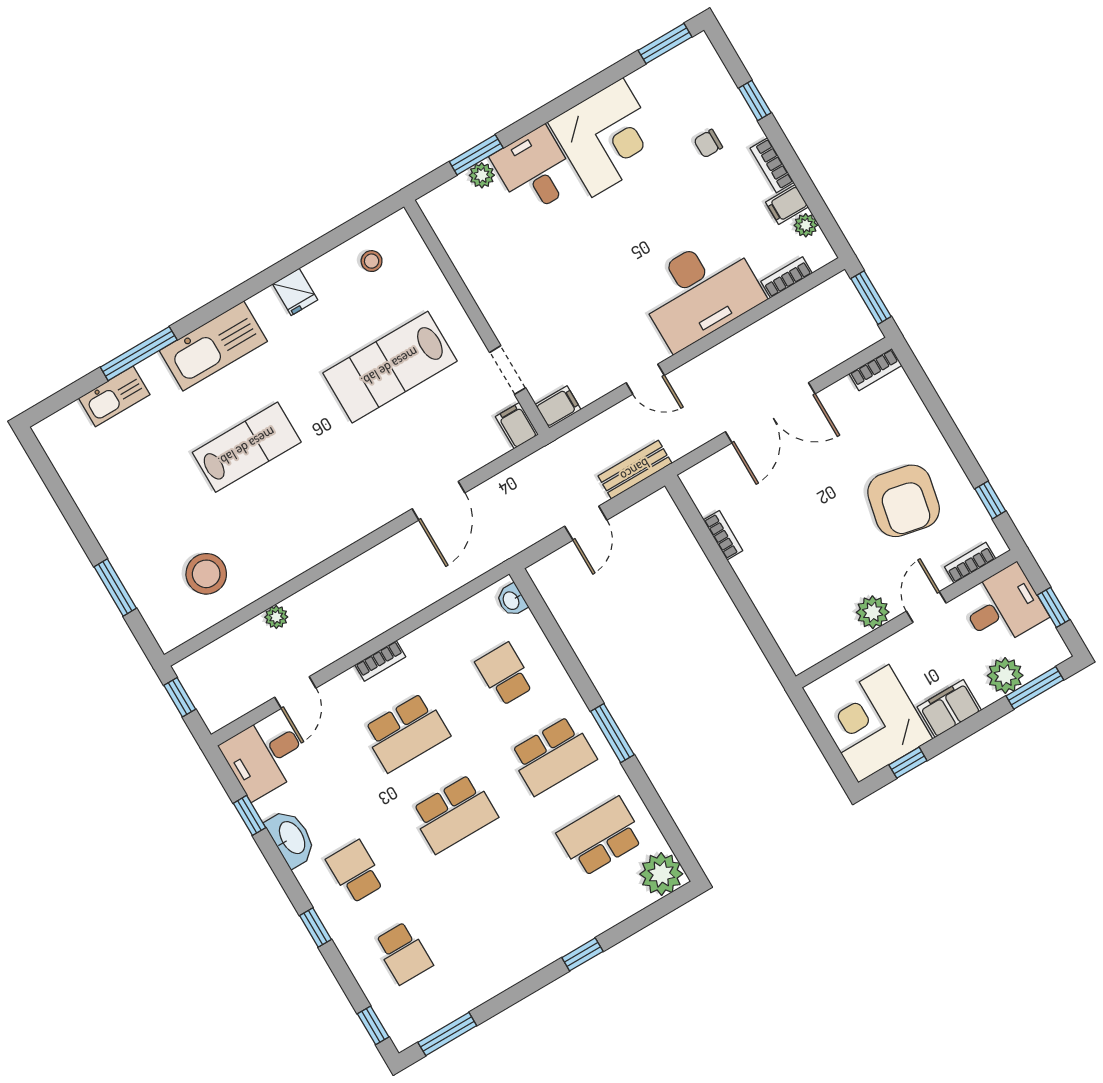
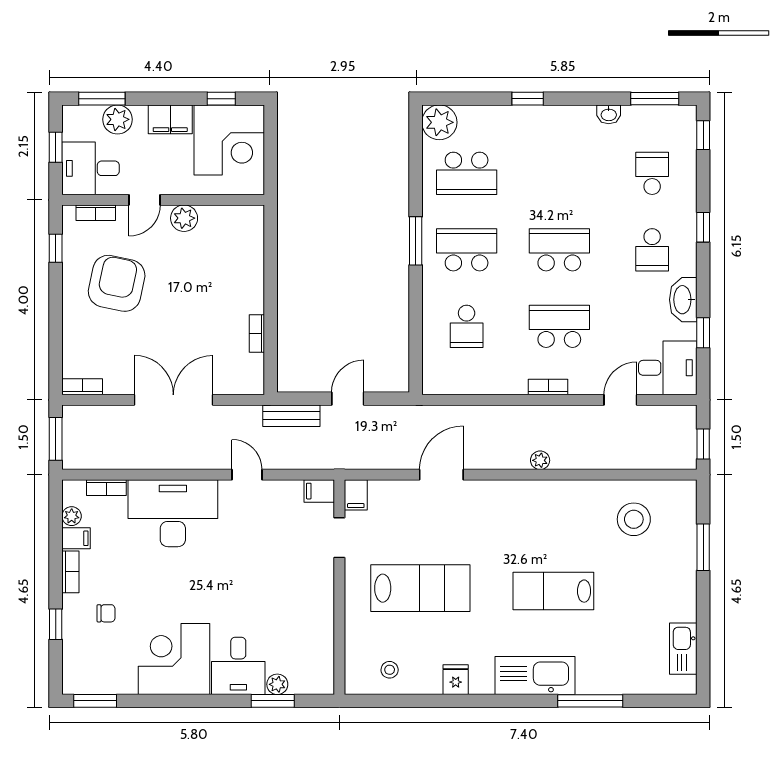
kitchen sink: (114, 396) -> (683, 649), moved, turned -90
washbasin: (512, 600) -> (609, 114), moved, turned 90
plant: (276, 617) -> (540, 460), moved

